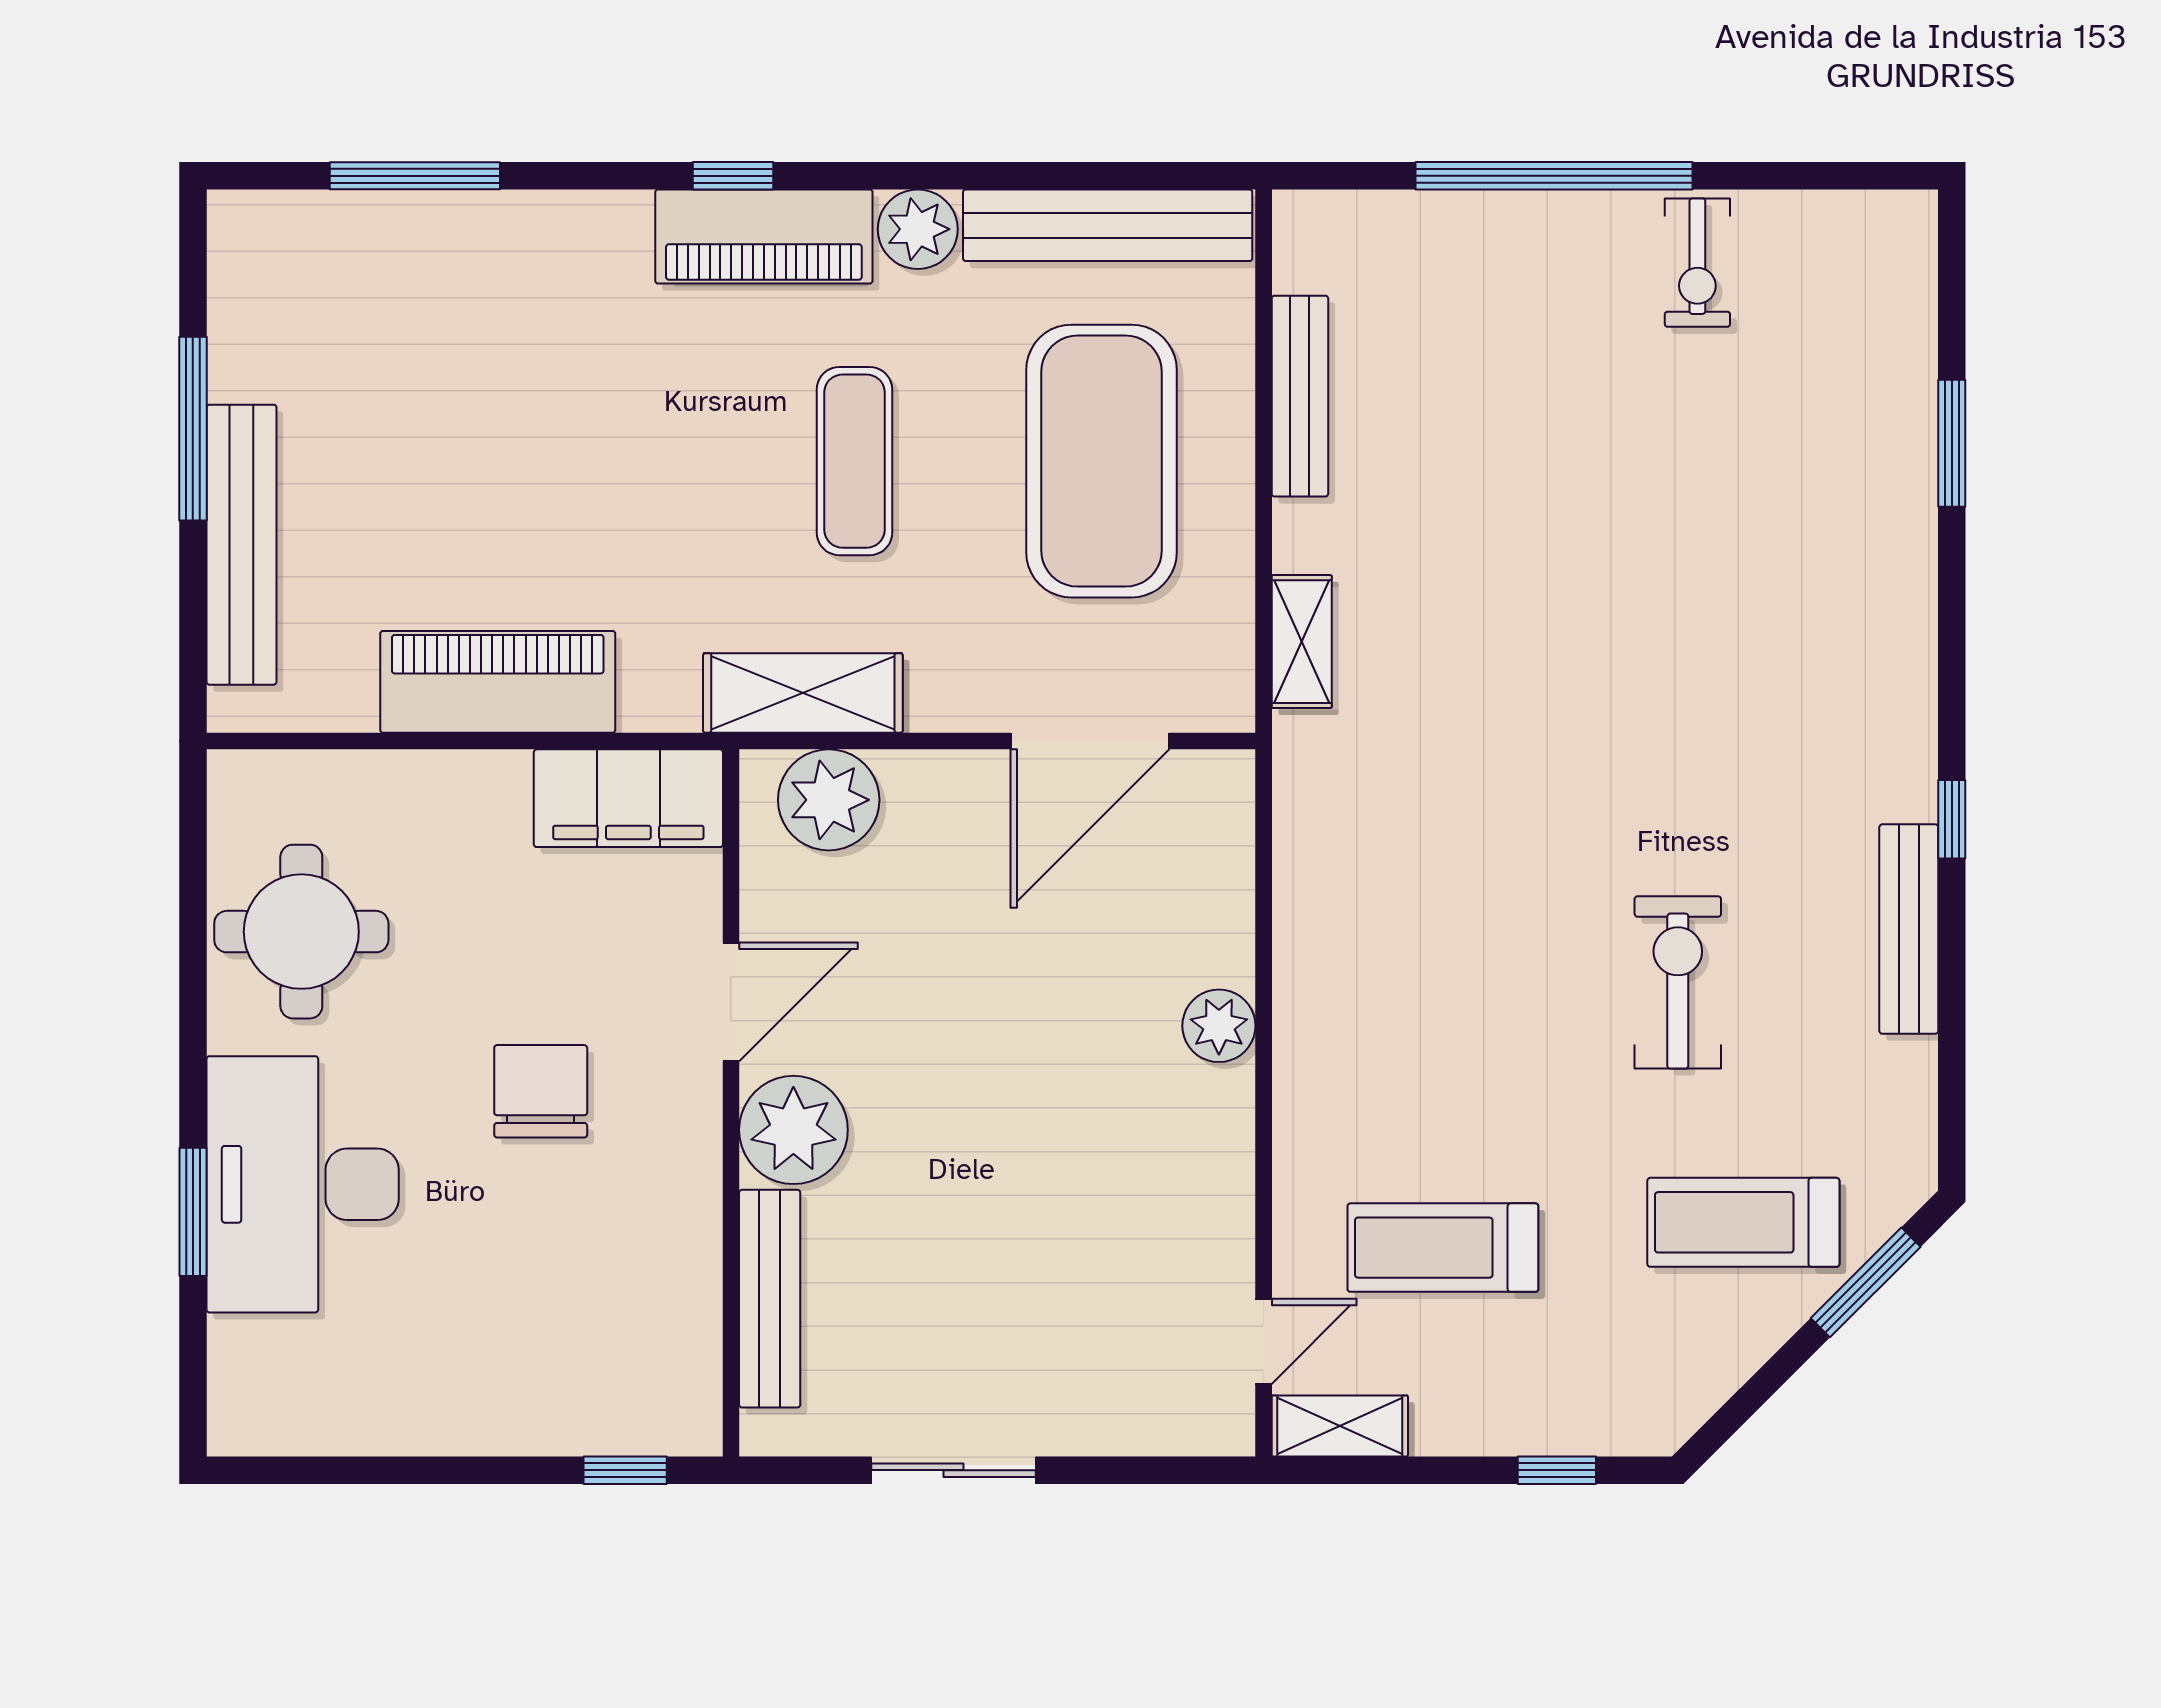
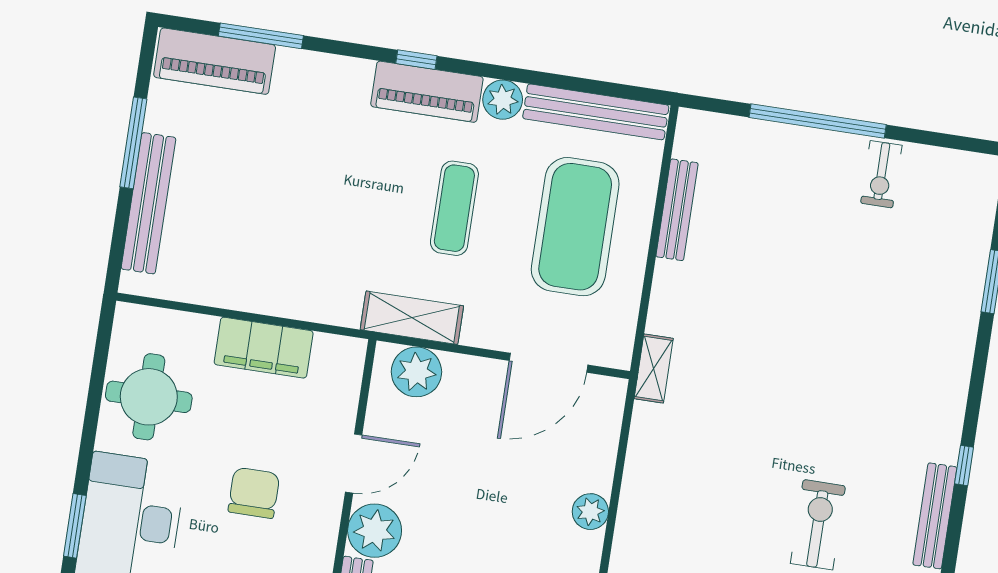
shelving: (1302, 642) -> (654, 369), moved
piano: (498, 682) -> (215, 61), moved, turned 180
filing cabinet: (628, 798) -> (264, 348), moved

